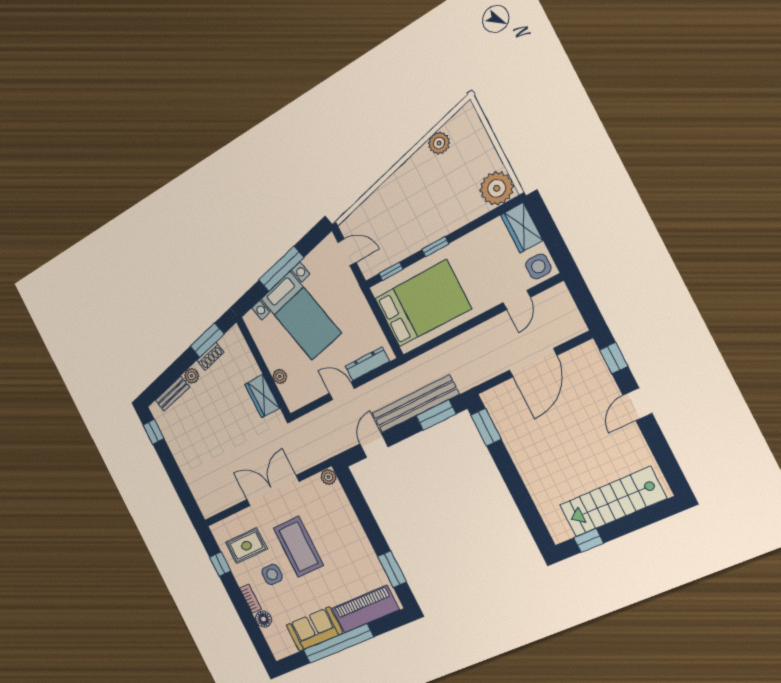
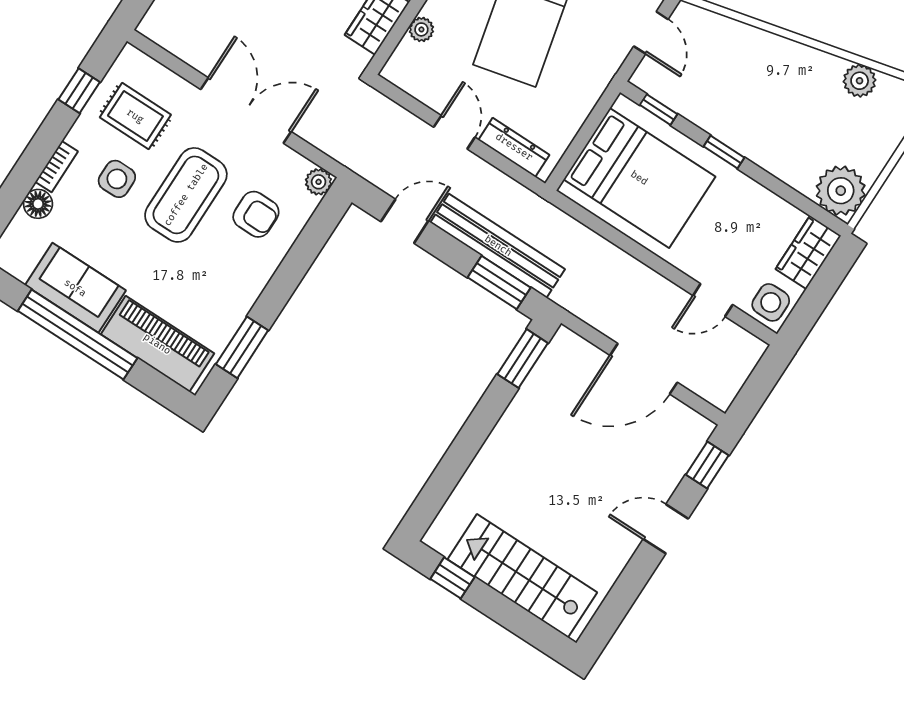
armchair: (327, 519) -> (256, 214), added

